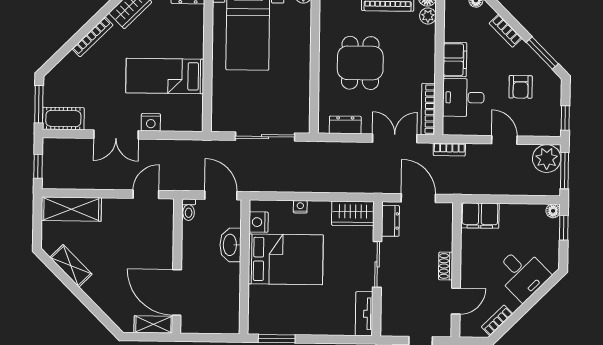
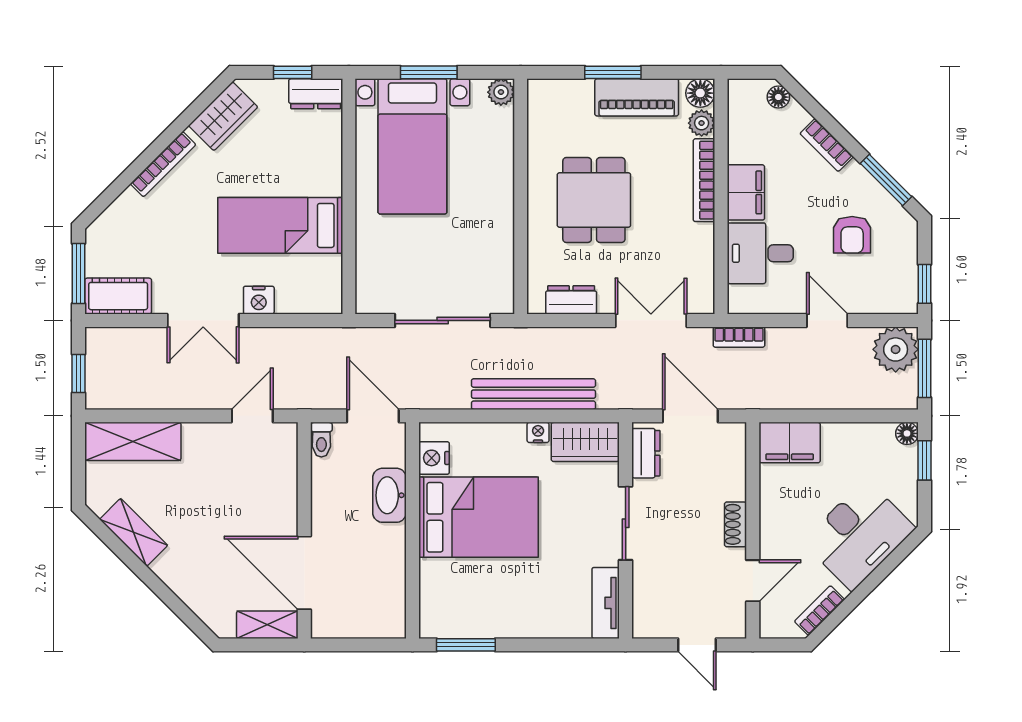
bookcase: (428, 109) -> (704, 180), moved
bench: (321, 183) -> (533, 394), added
nightstand: (300, 207) -> (538, 432), moved
desk: (522, 274) -> (859, 535), width x1.37

